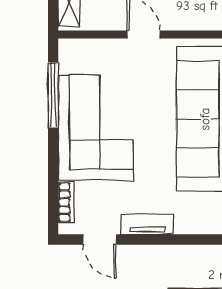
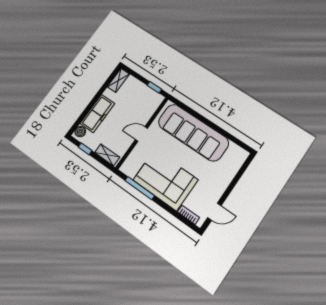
tv unit: (148, 224) -> (222, 187), removed

